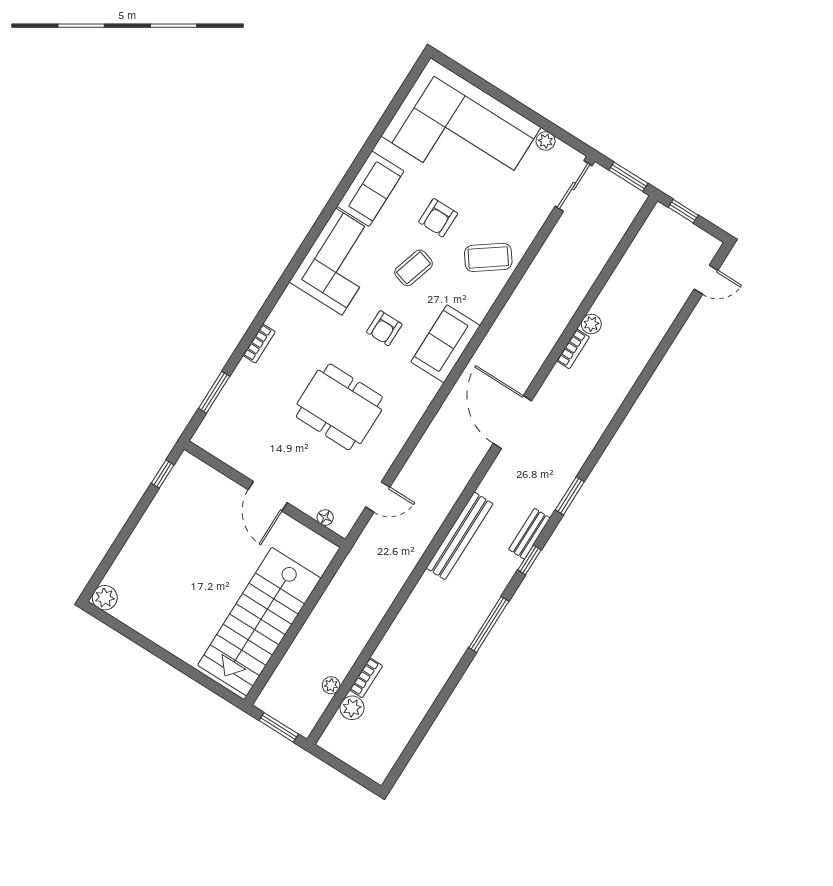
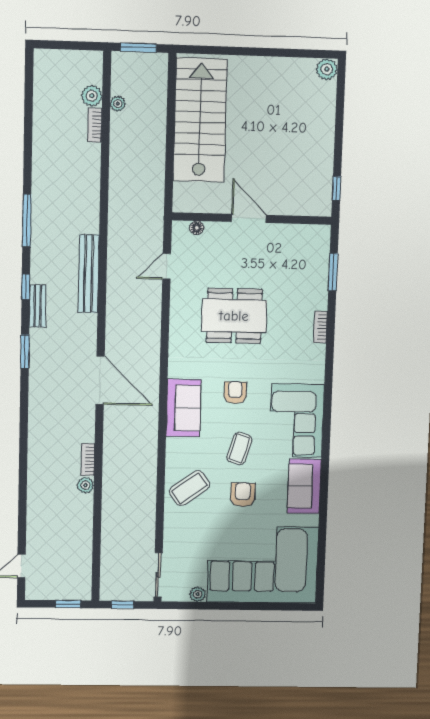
window: (628, 177) -> (123, 605), width x0.67

